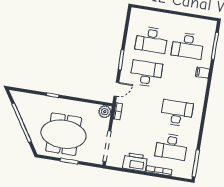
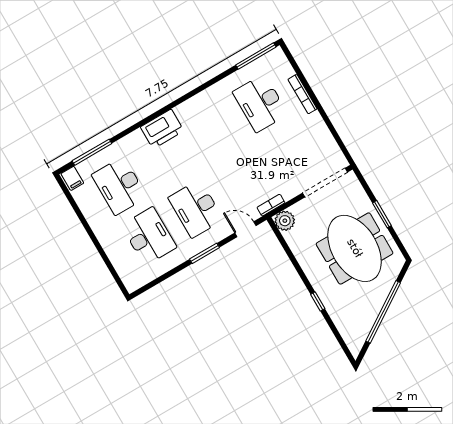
desk: (188, 46) -> (119, 186), turned 180
filing cabinet: (202, 73) -> (72, 178), moved
desk: (177, 113) -> (213, 131), removed
desk: (171, 147) -> (260, 103), turned 180
printer: (135, 162) -> (162, 129), moved, turned -90

